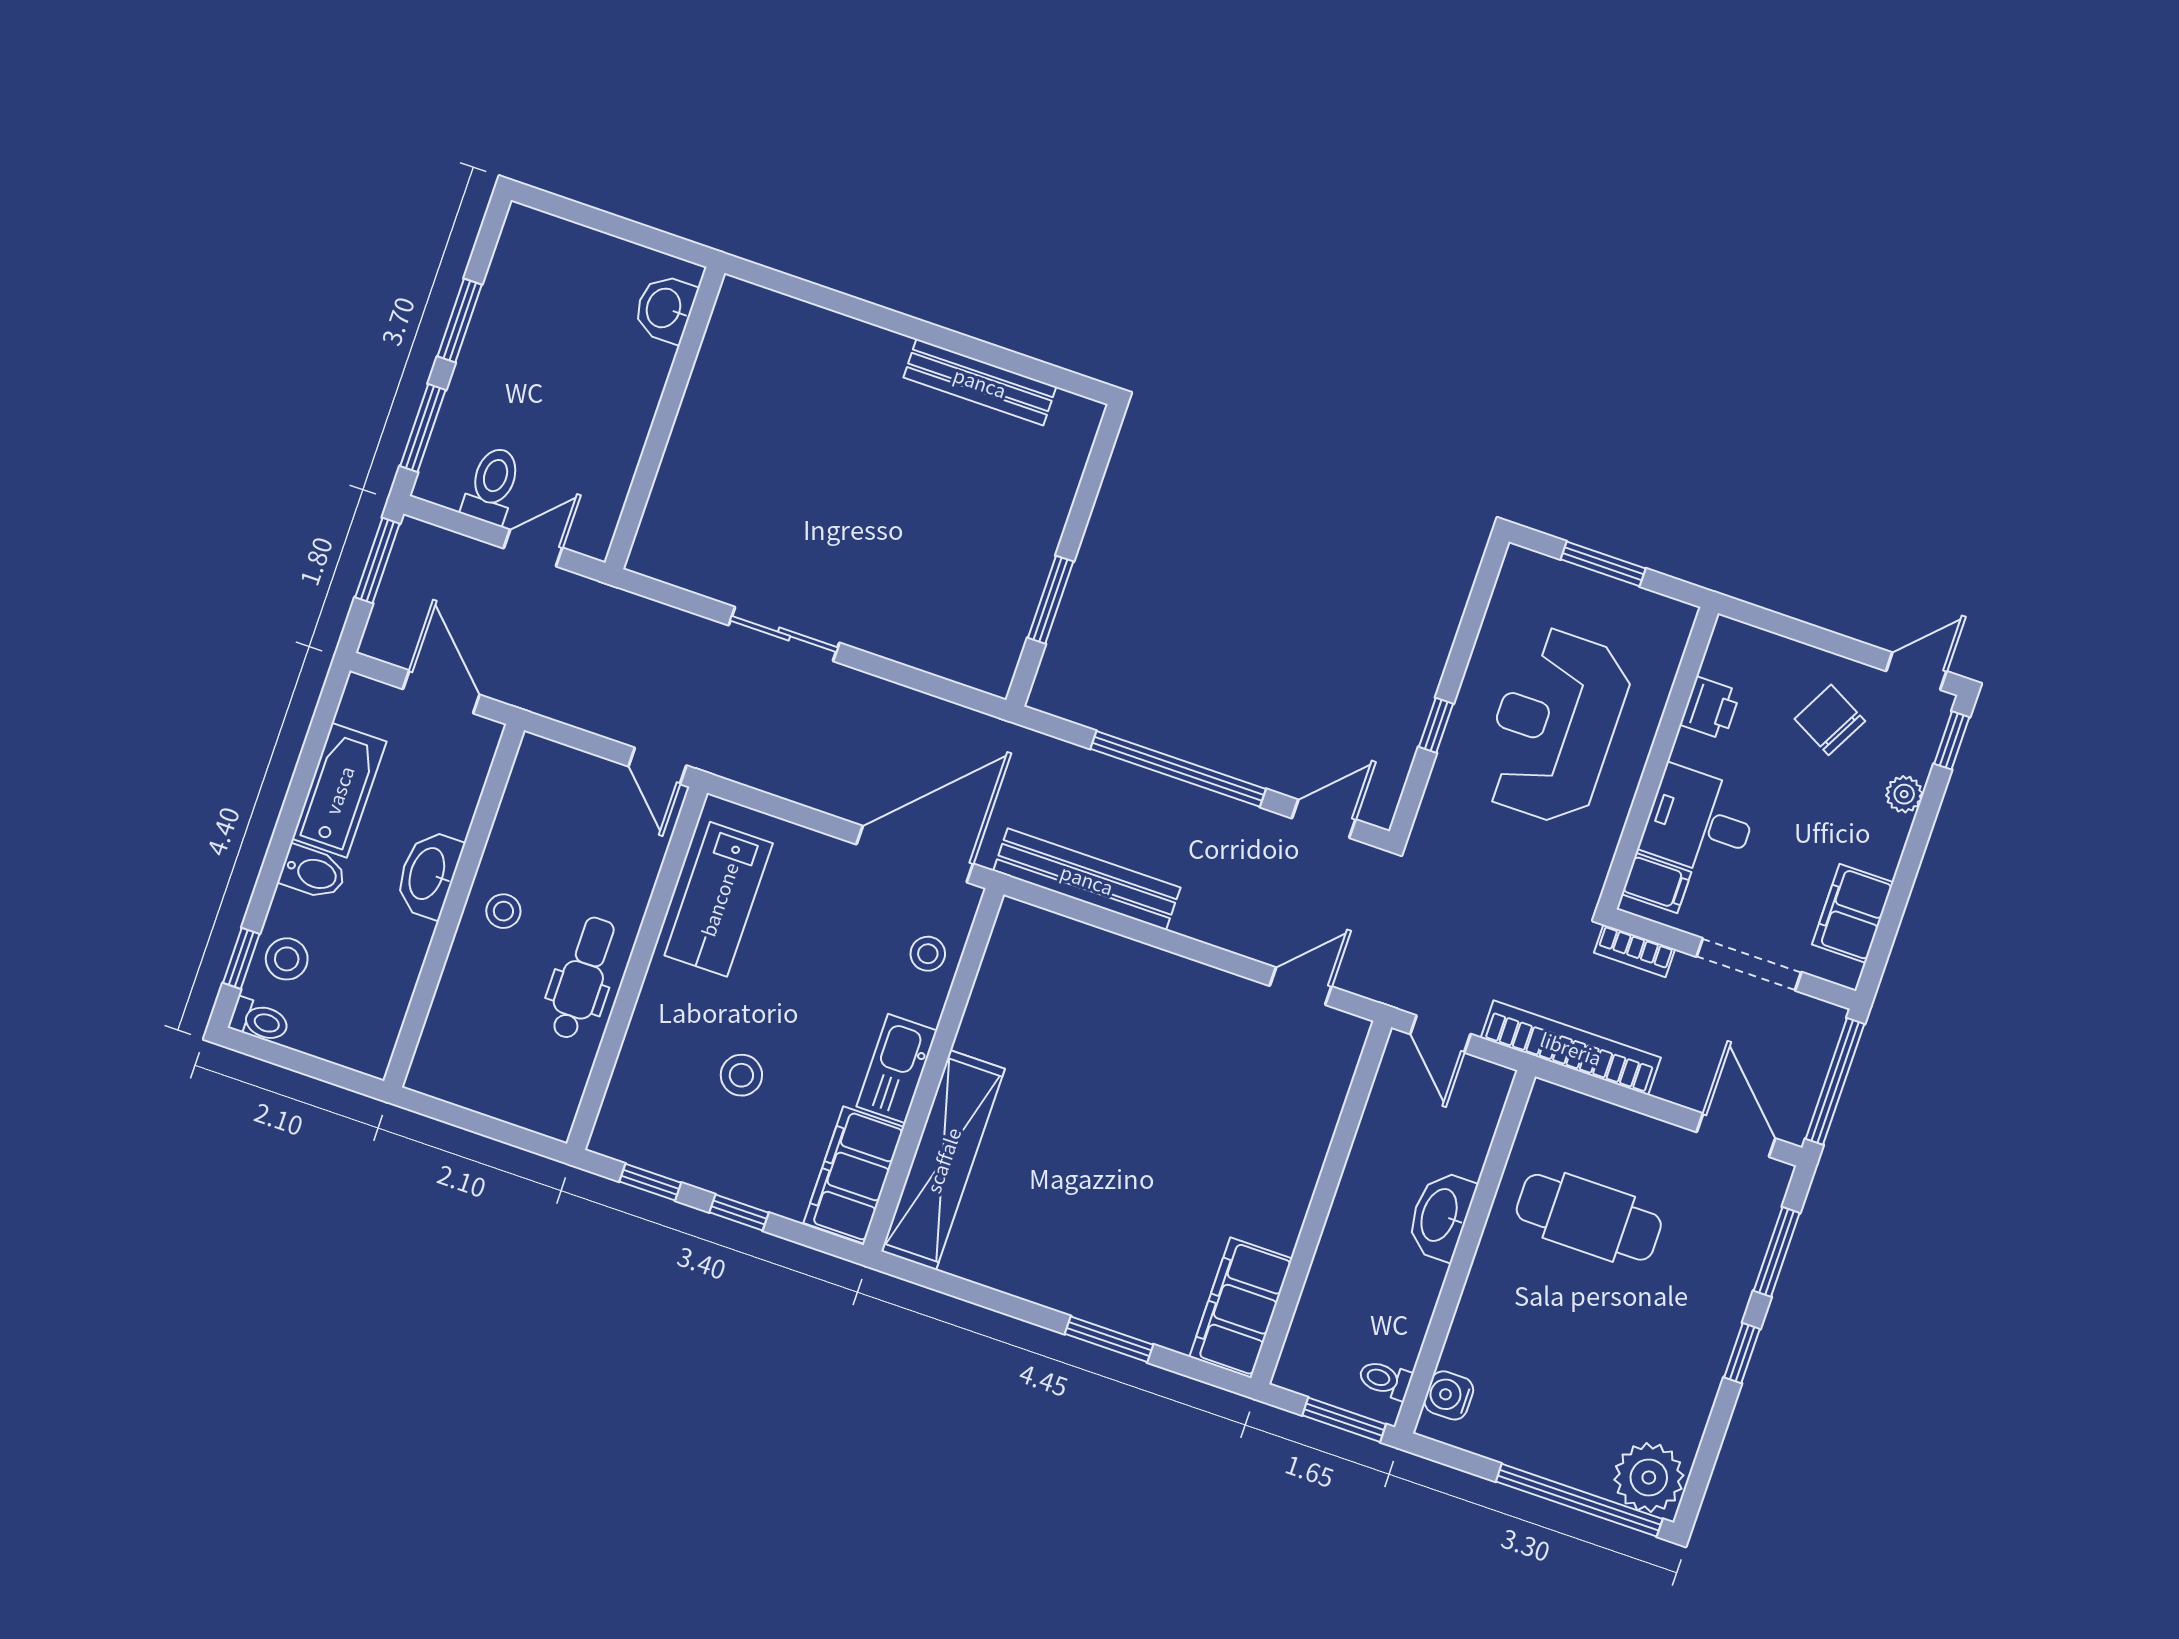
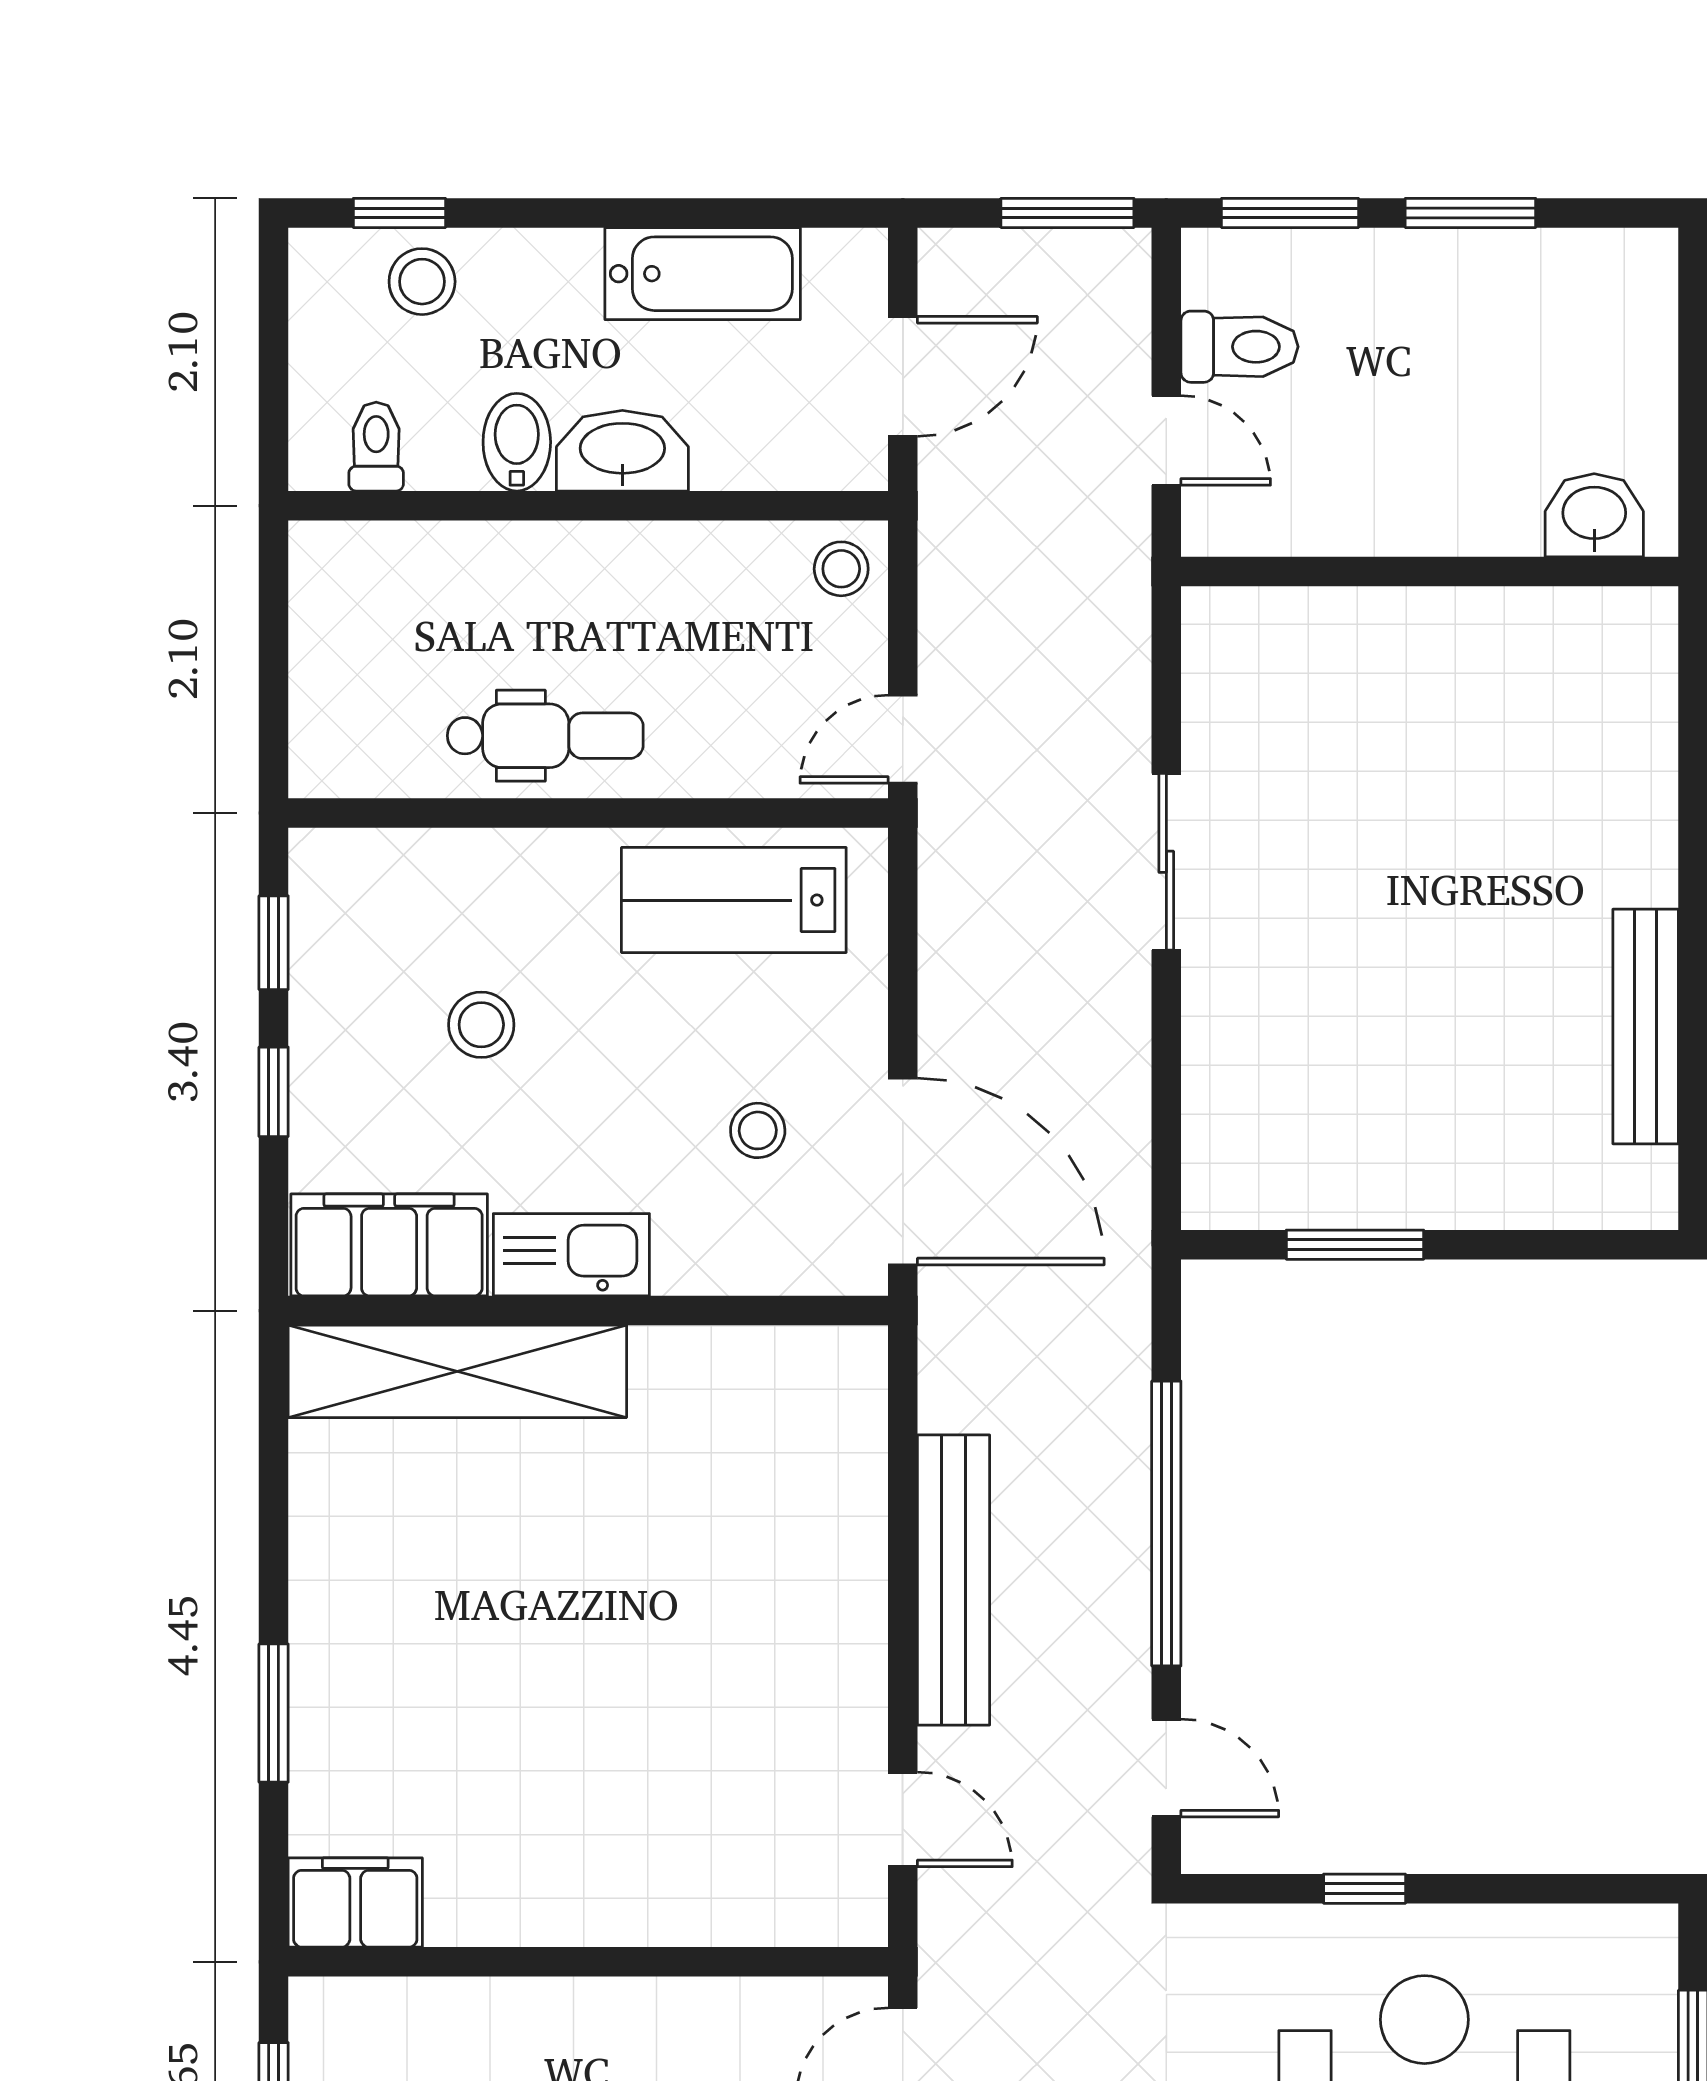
bidet: (313, 873) -> (517, 442), moved, turned 180
bench: (1087, 879) -> (954, 1580), moved
stool: (503, 911) -> (841, 569), moved
stool: (928, 954) -> (758, 1130), moved
toilet: (259, 1020) -> (376, 447), moved, turned 180
filing cabinet: (1241, 1308) -> (355, 1902), width x0.67, depth x0.86

